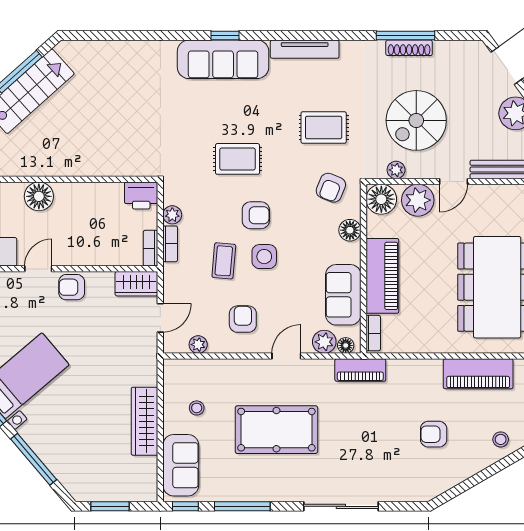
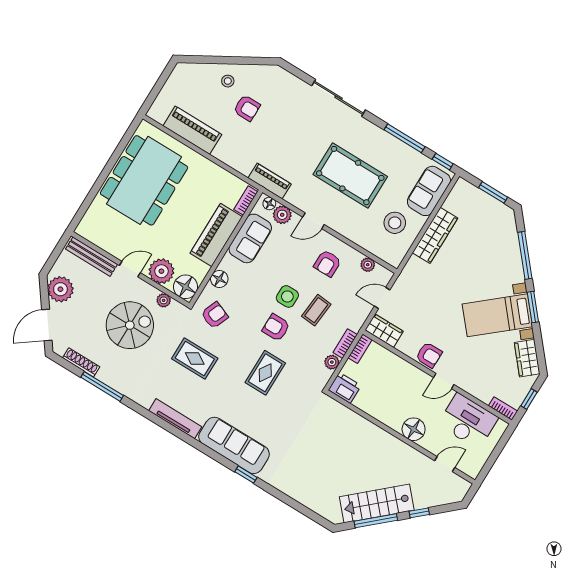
window: (225, 36) -> (246, 475), moved
shoe rack: (409, 48) -> (81, 362), moved
rug: (237, 159) -> (265, 373), turned 90
stool: (197, 408) -> (395, 223), width x1.89, depth x1.89
stool: (501, 439) -> (228, 81), moved

